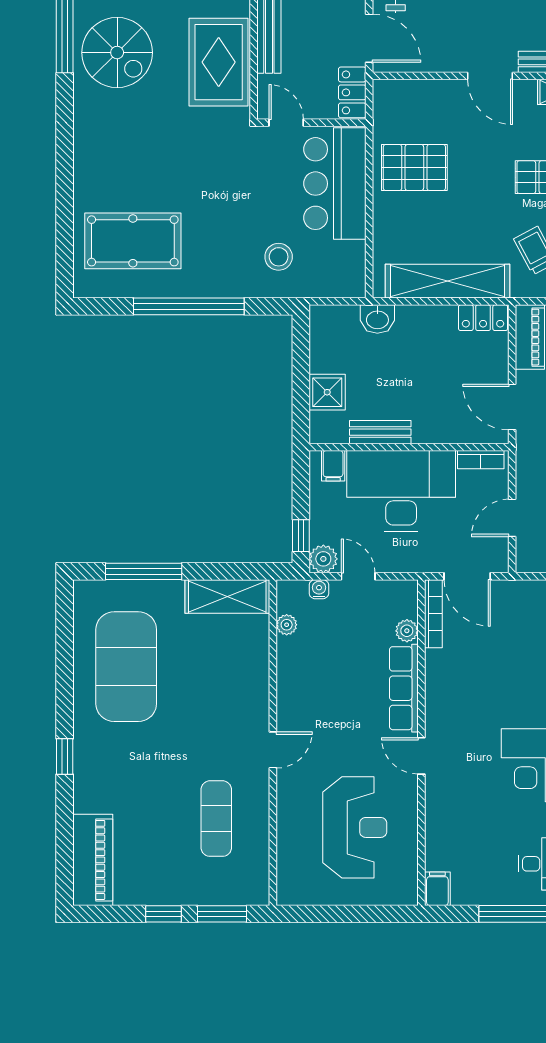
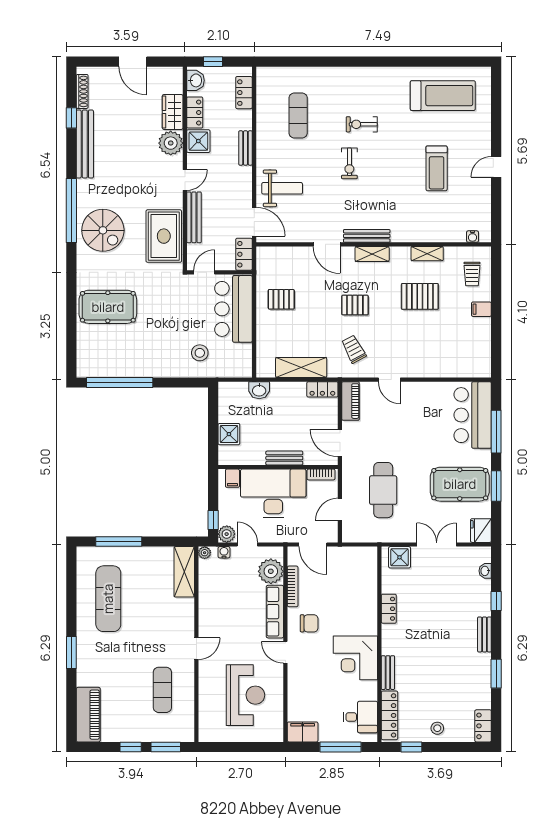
door: (286, 123) -> (204, 272), hinge flipped
pallet: (414, 168) -> (281, 299), width x0.67, depth x0.71
pool table: (133, 241) -> (108, 307), moved
shelving: (448, 281) -> (301, 367), width x0.68
window: (189, 306) -> (120, 383), moved
bench: (380, 432) -> (284, 458), moved
shelving: (227, 596) -> (184, 572), moved, turned 90
bookcase: (433, 614) -> (293, 586), moved
plant: (287, 625) -> (205, 553), moved
plant: (407, 631) -> (271, 571), width x1.88, depth x1.88
exercise mat: (126, 667) -> (108, 599), width x0.68
chair: (461, 708) -> (309, 623), added
window: (65, 756) -> (71, 653), width x1.50
filing cabinet: (437, 889) -> (303, 732), width x2.00

